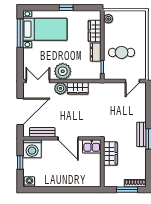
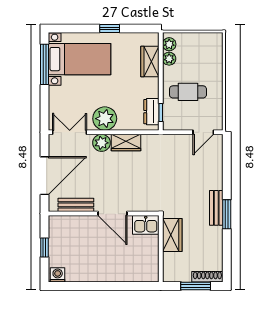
plant: (108, 29) -> (169, 59), added
dresser: (96, 52) -> (151, 112), moved
washing machine: (32, 149) -> (61, 228), removed

